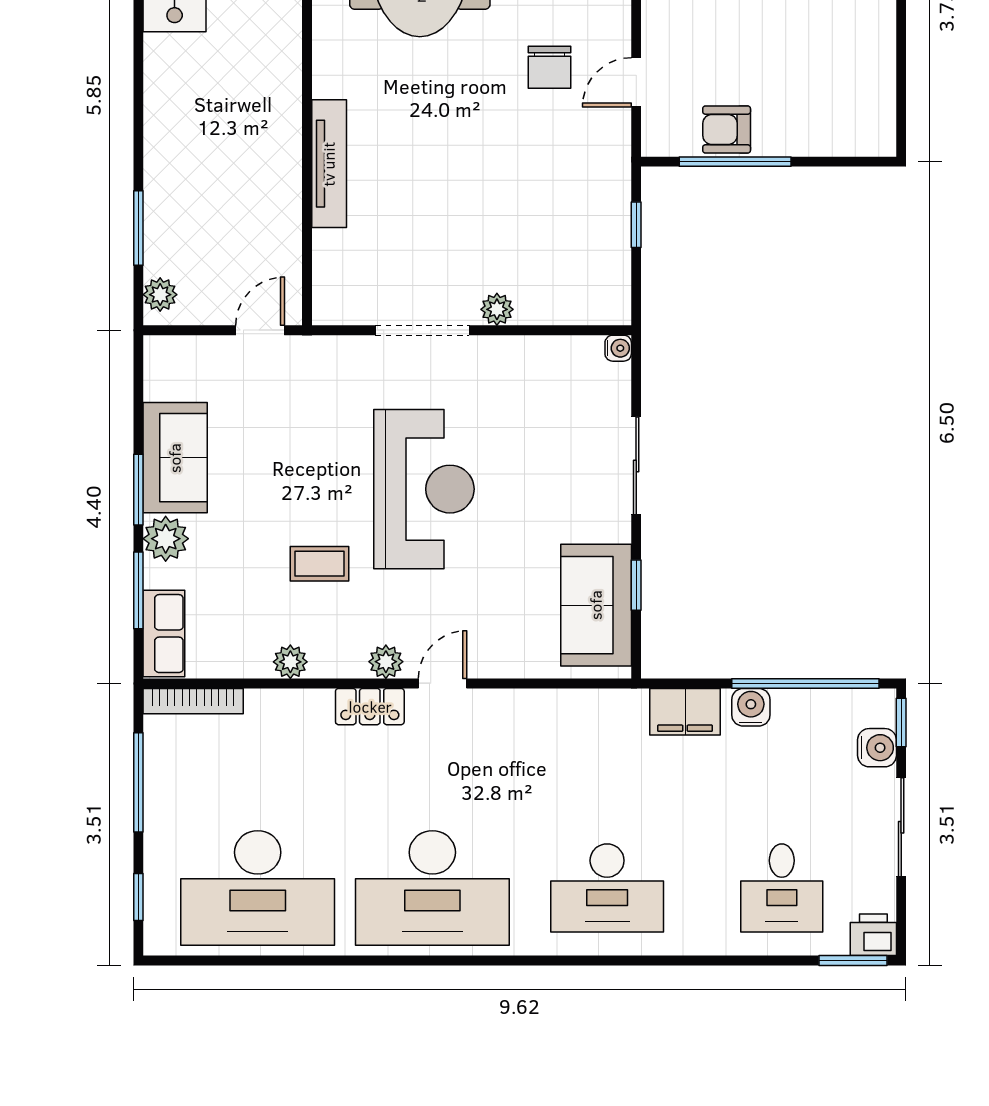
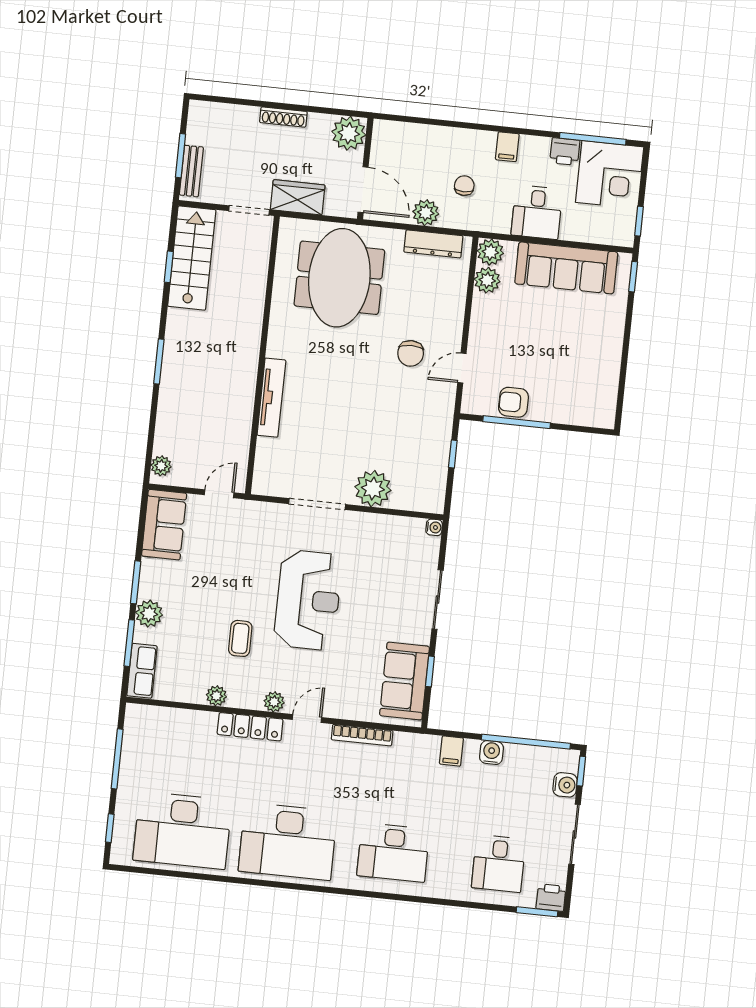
window: (138, 228) -> (159, 361), moved
plant: (497, 309) -> (373, 489), width x1.88, depth x1.88
sofa: (175, 458) -> (164, 525), moved
coffee table: (320, 564) -> (240, 638), turned 90
bookcase: (193, 701) -> (362, 735), moved
locker: (370, 707) -> (250, 727), width x1.53
filing cabinet: (685, 712) -> (451, 751), width x0.50

